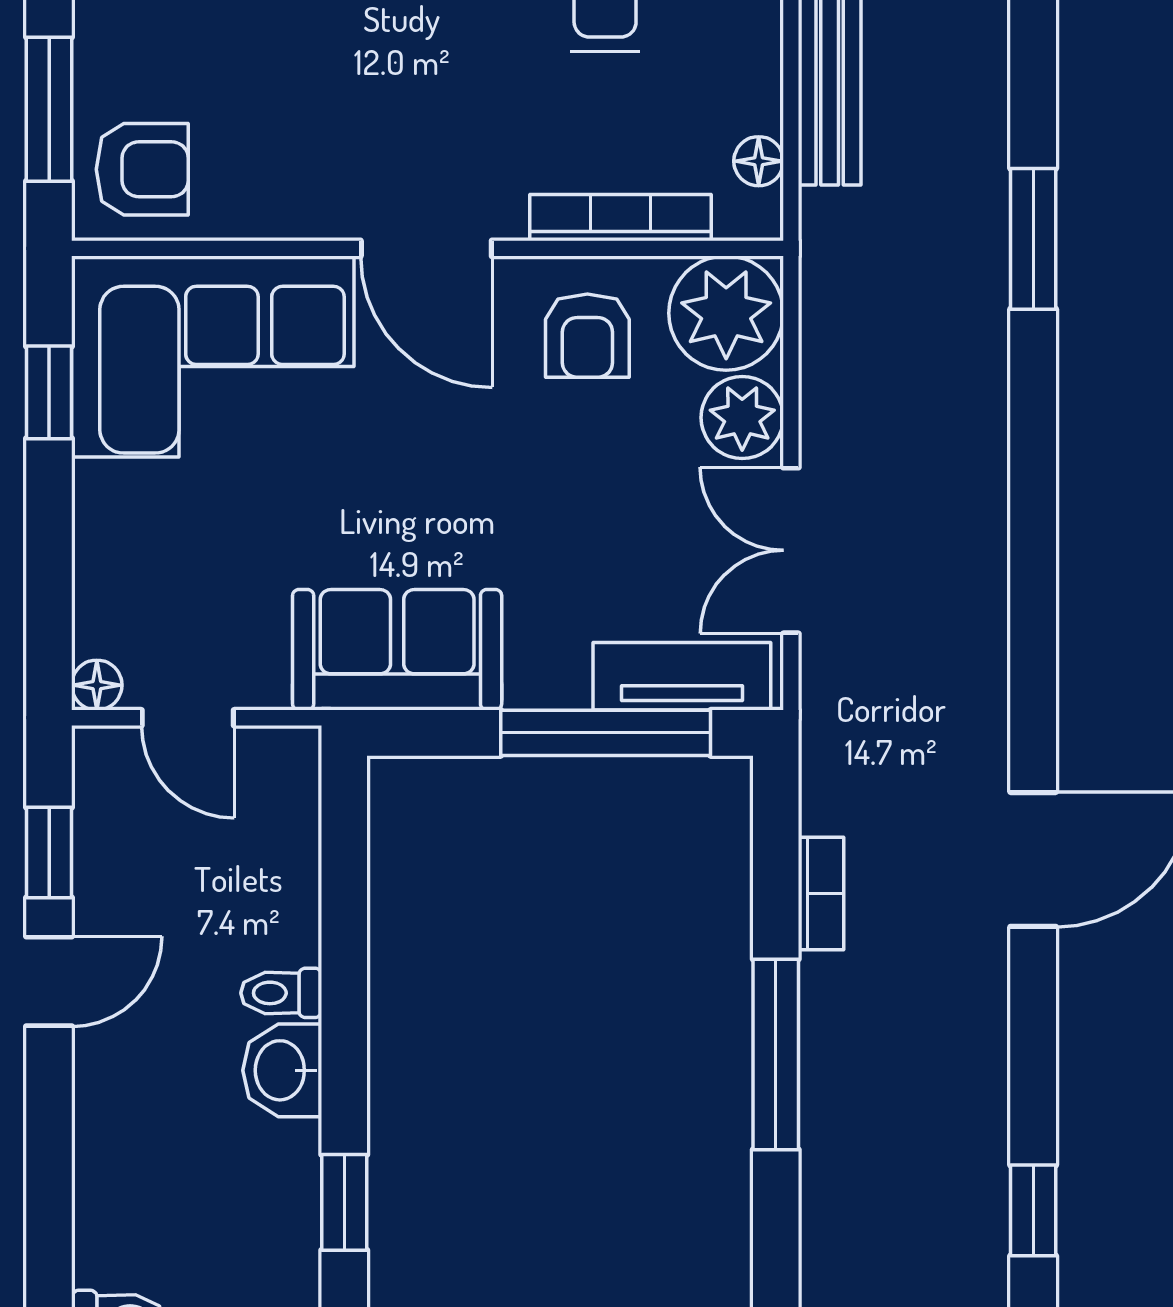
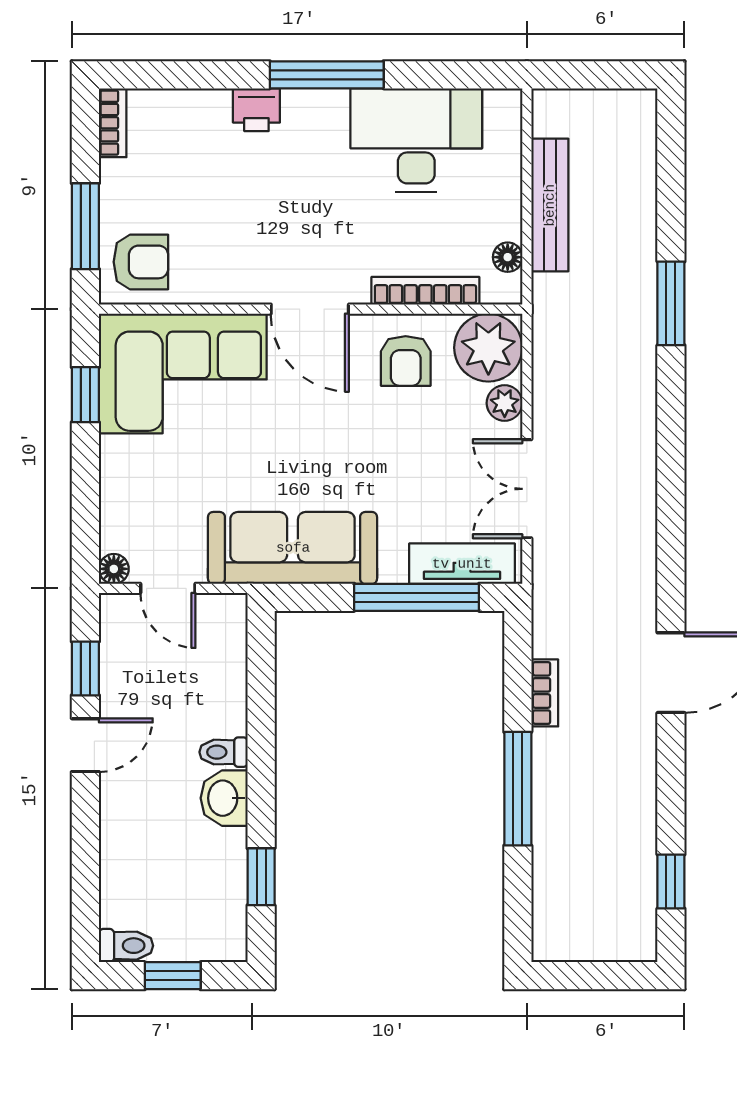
plant: (742, 418) -> (505, 403), width x0.73, depth x0.73
sofa: (397, 650) -> (293, 548), width x1.36

